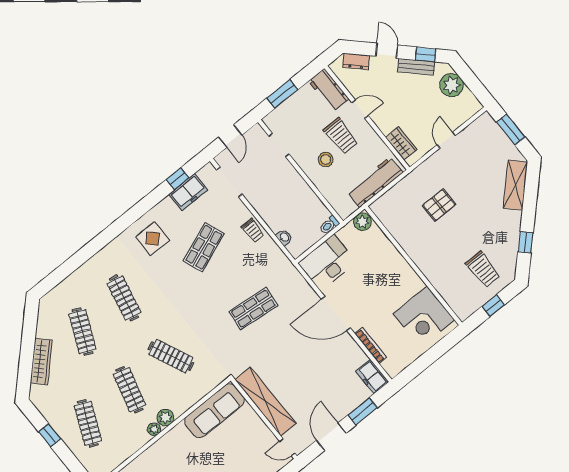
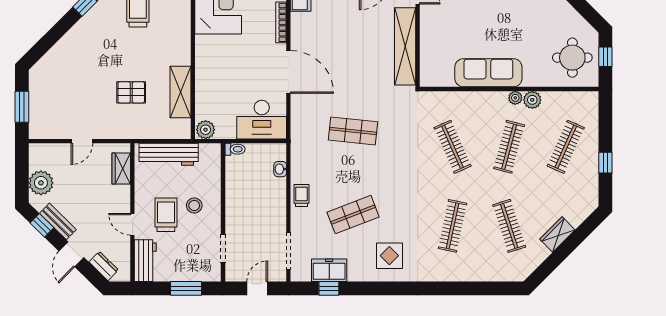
shelving: (515, 185) -> (180, 92), moved, turned -45
clothes rail: (82, 332) -> (509, 226), turned -42
wardrobe: (41, 361) -> (557, 234), width x0.67
sofa: (215, 411) -> (488, 73), moved
plant: (165, 418) -> (532, 100), moved

